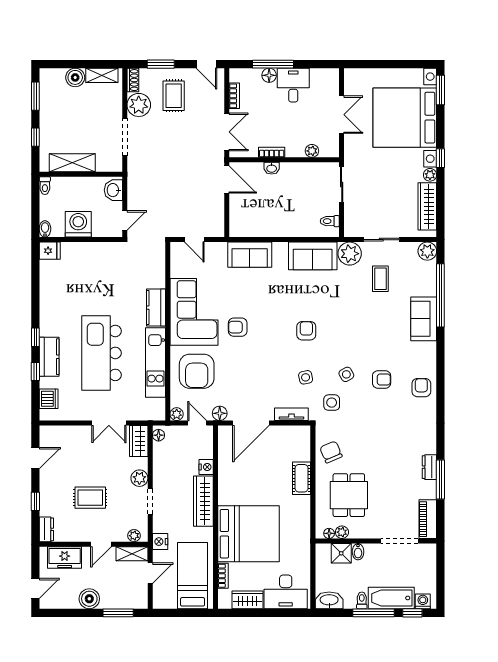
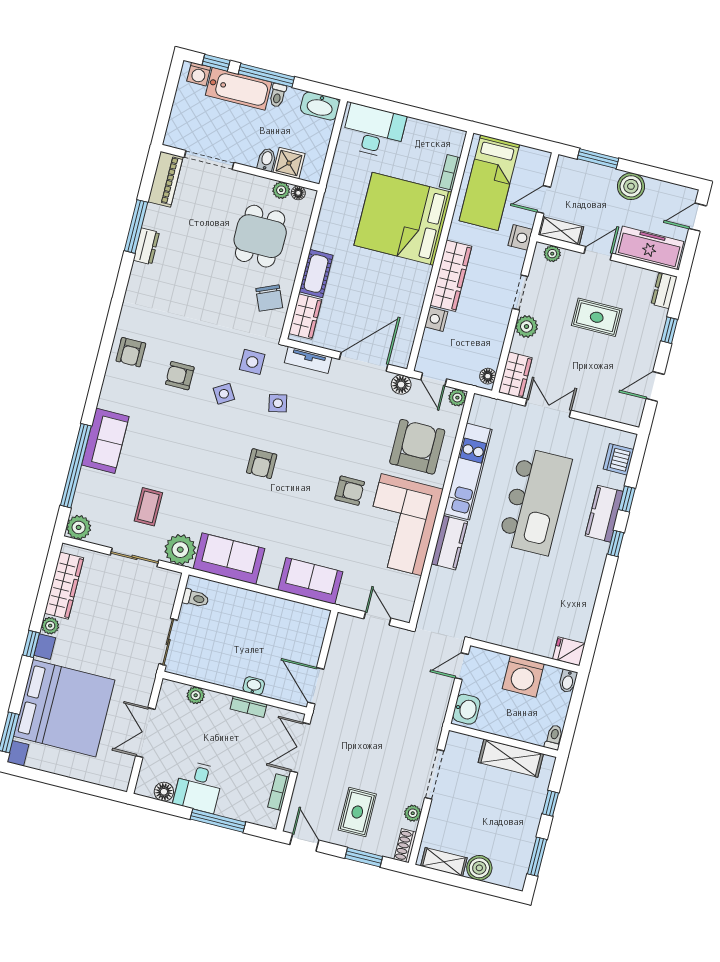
floor lamp: (269, 75) -> (164, 792), moved
plant: (139, 105) -> (413, 813), width x0.53, depth x0.53
freezer: (65, 558) -> (650, 248), width x1.40
wardrobe: (247, 600) -> (305, 317), moved, turned -90

